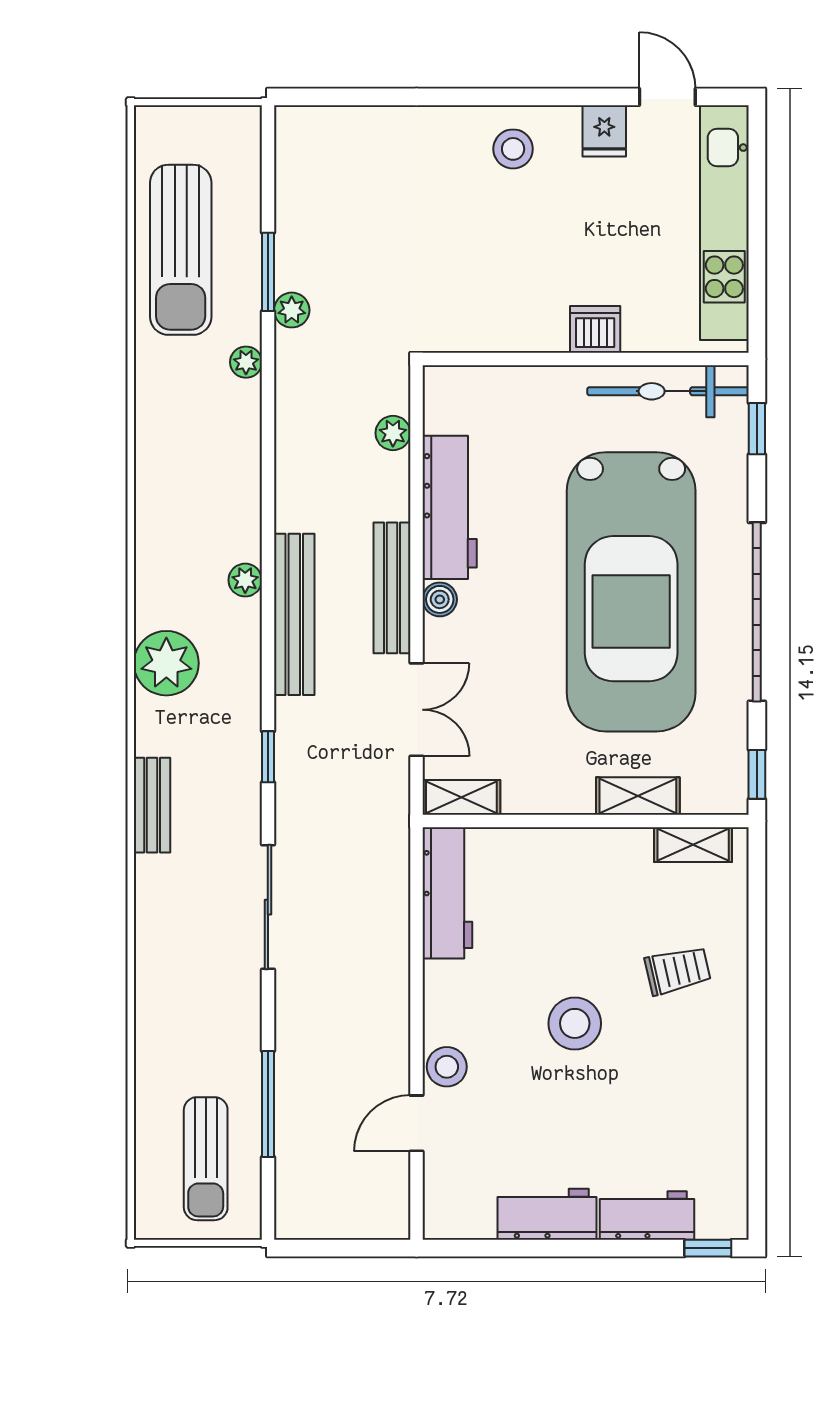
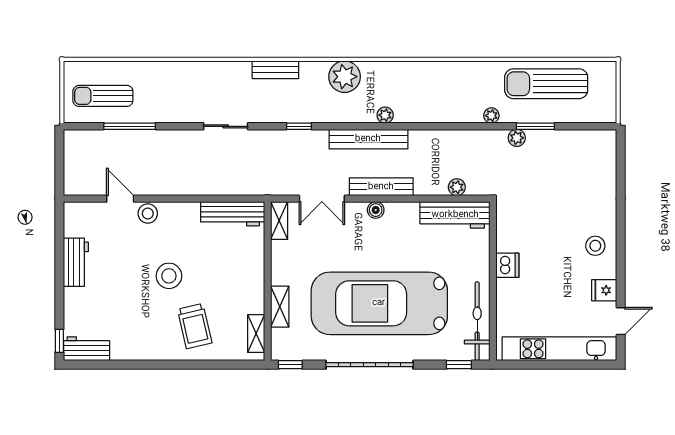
dishwasher: (595, 329) -> (507, 265), moved
workbench: (450, 507) -> (455, 215), moved
sliding door: (268, 907) -> (226, 126), width x0.73
trolley: (678, 970) -> (195, 326), width x1.36, depth x1.39
workbench: (647, 1215) -> (87, 349), moved, turned -90

